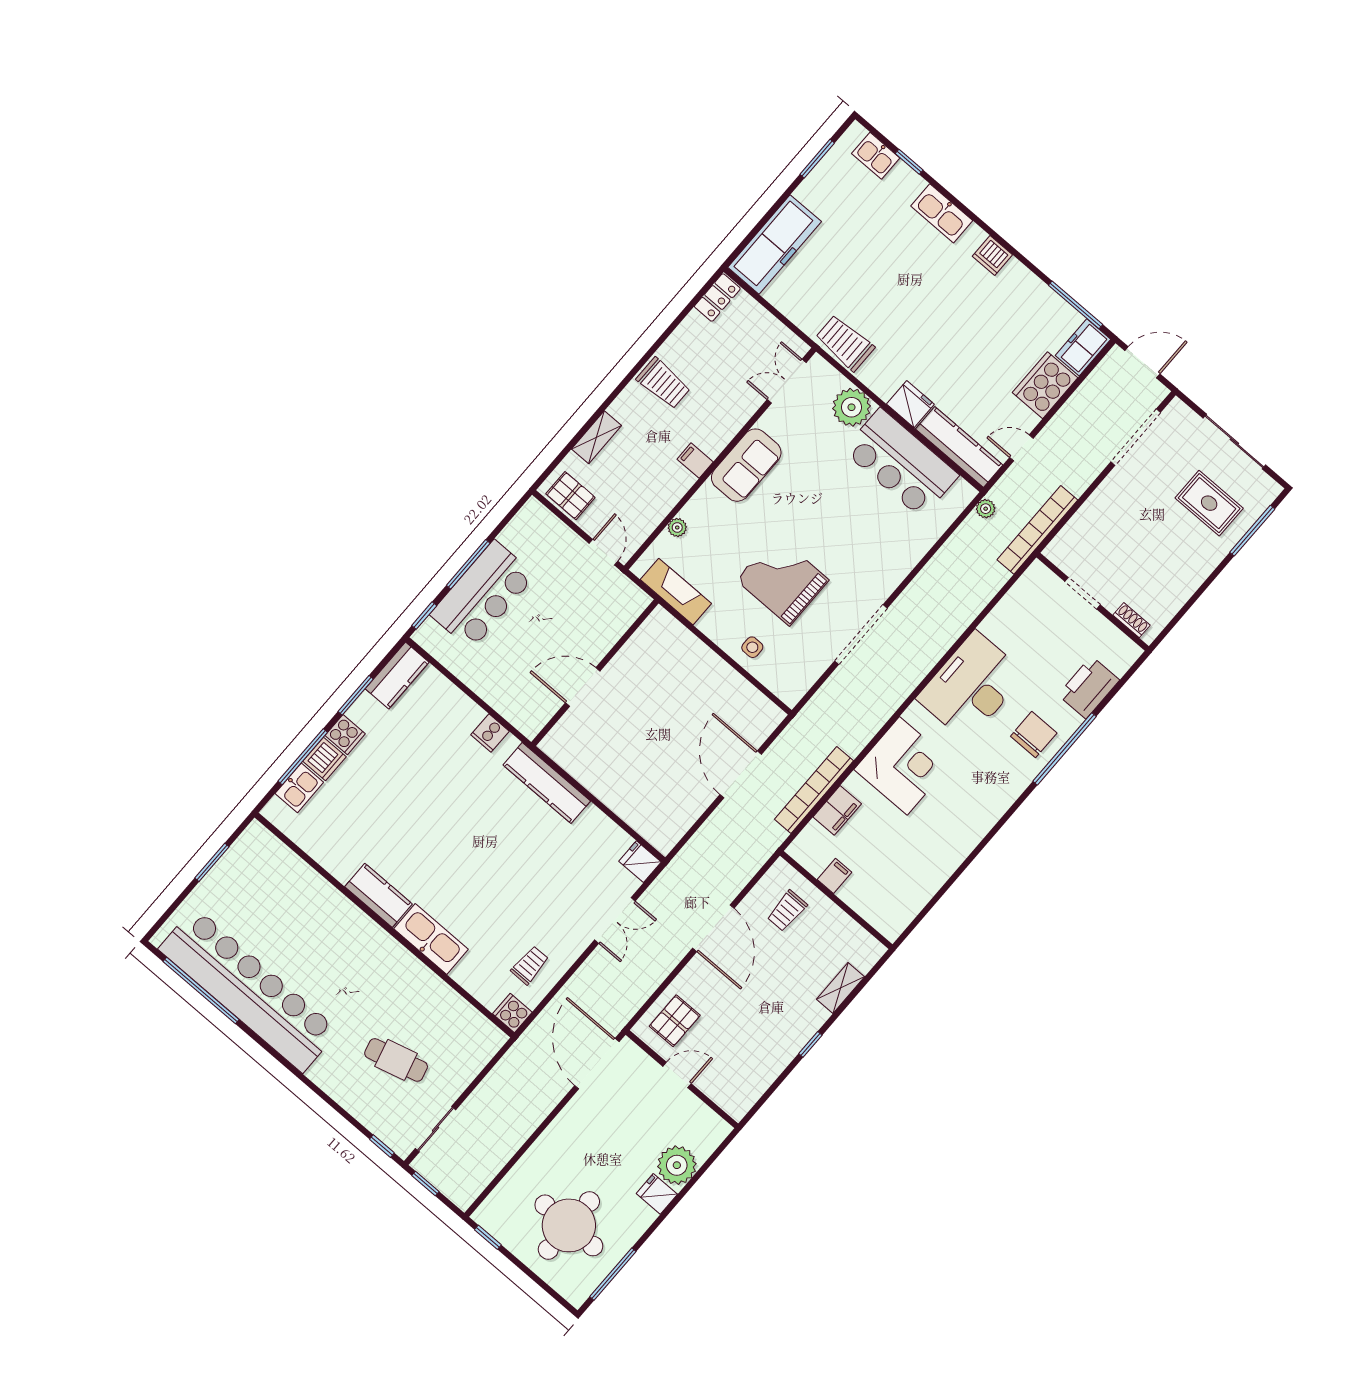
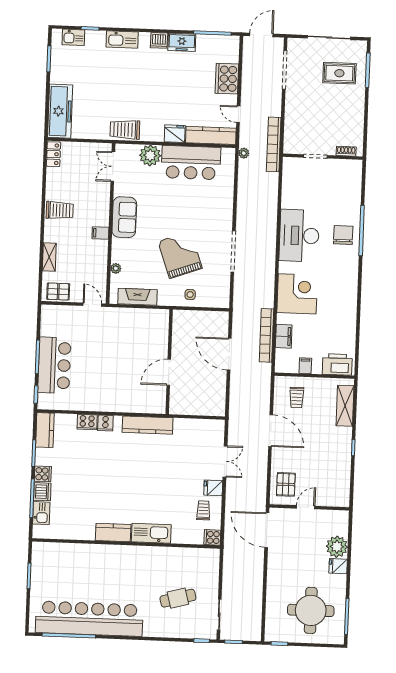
freezer: (1083, 347) -> (182, 42), moved, turned -90
door: (1021, 448) -> (238, 114), hinge flipped
grand piano: (782, 580) -> (180, 255), turned 70
wall: (595, 673) -> (169, 362), moved
door: (583, 687) -> (169, 372), moved
printer: (1089, 687) -> (337, 364), moved, turned 90
cooker: (465, 711) -> (87, 422), added
fridge: (640, 862) -> (213, 488), moved
shelving: (840, 988) -> (345, 406), width x1.50, depth x1.33

